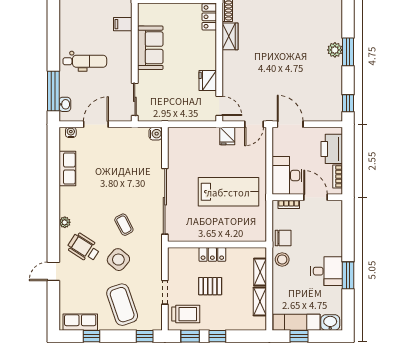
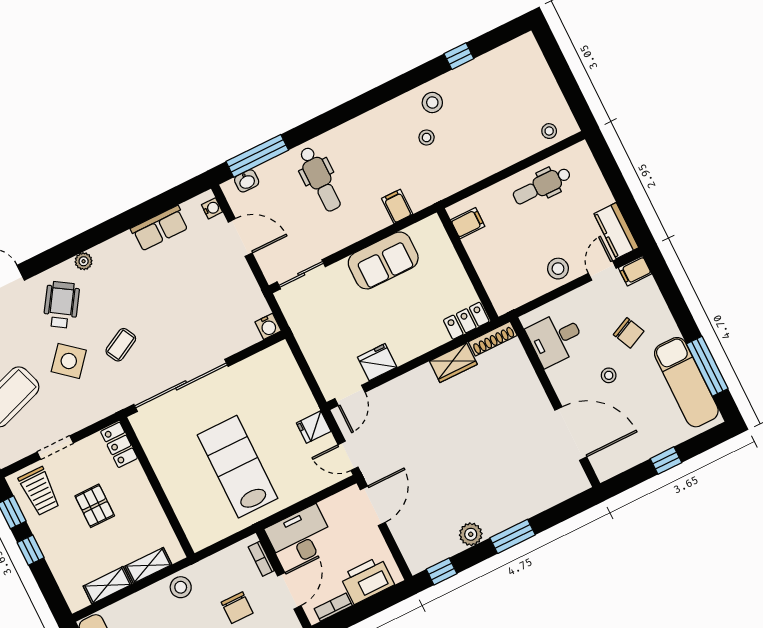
plant: (335, 50) -> (471, 534), moved
lab bench: (228, 192) -> (238, 467), turned 180
chair: (283, 238) -> (237, 608), moved
locker: (212, 254) -> (119, 445), moved

